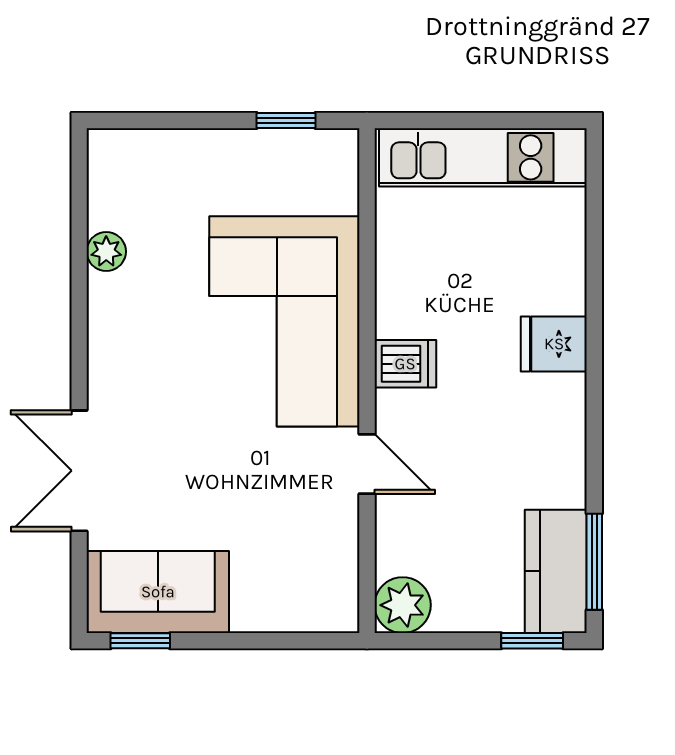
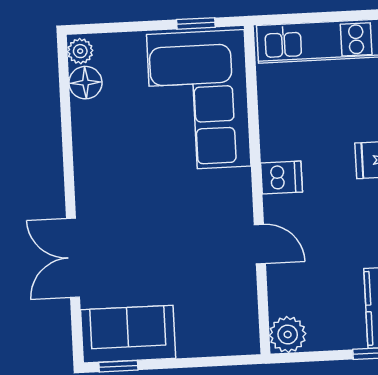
floor lamp: (112, 203) -> (85, 83), added
plant: (106, 252) -> (80, 51), moved
corner sofa: (284, 321) -> (199, 100), moved

